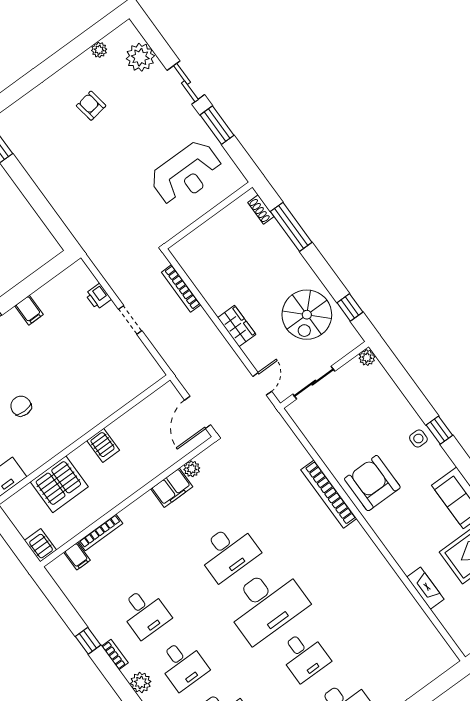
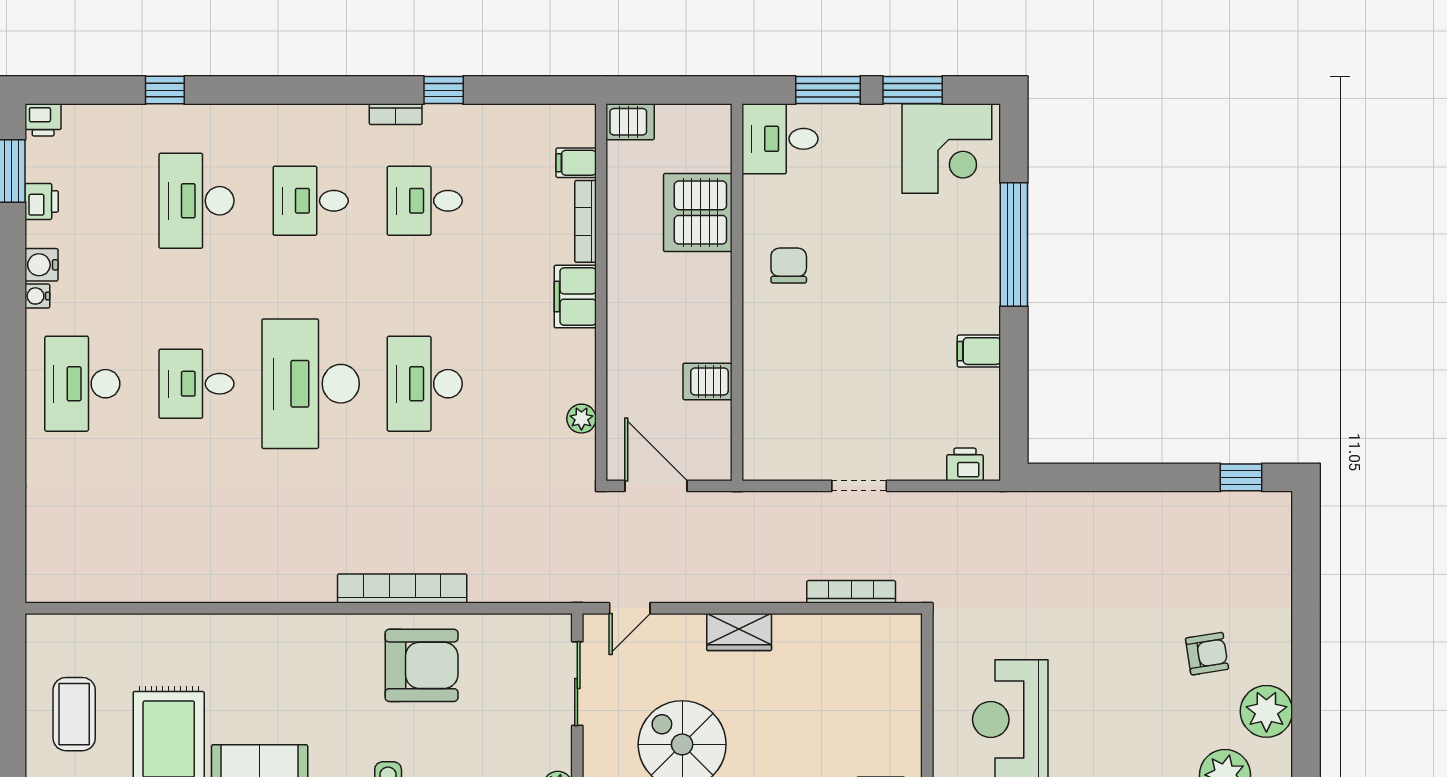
plant: (99, 50) -> (1266, 711), width x1.88, depth x1.88
printer: (98, 297) -> (965, 464), moved
door: (262, 384) -> (630, 608), hinge flipped
chair: (21, 406) -> (789, 266), moved, turned -90
server rack: (103, 445) -> (707, 381), moved
armchair: (372, 483) -> (422, 665), moved
filing cabinet: (172, 488) -> (575, 297), moved
fireplace: (425, 588) -> (166, 629), removed
plant: (141, 682) -> (329, 122), removed

